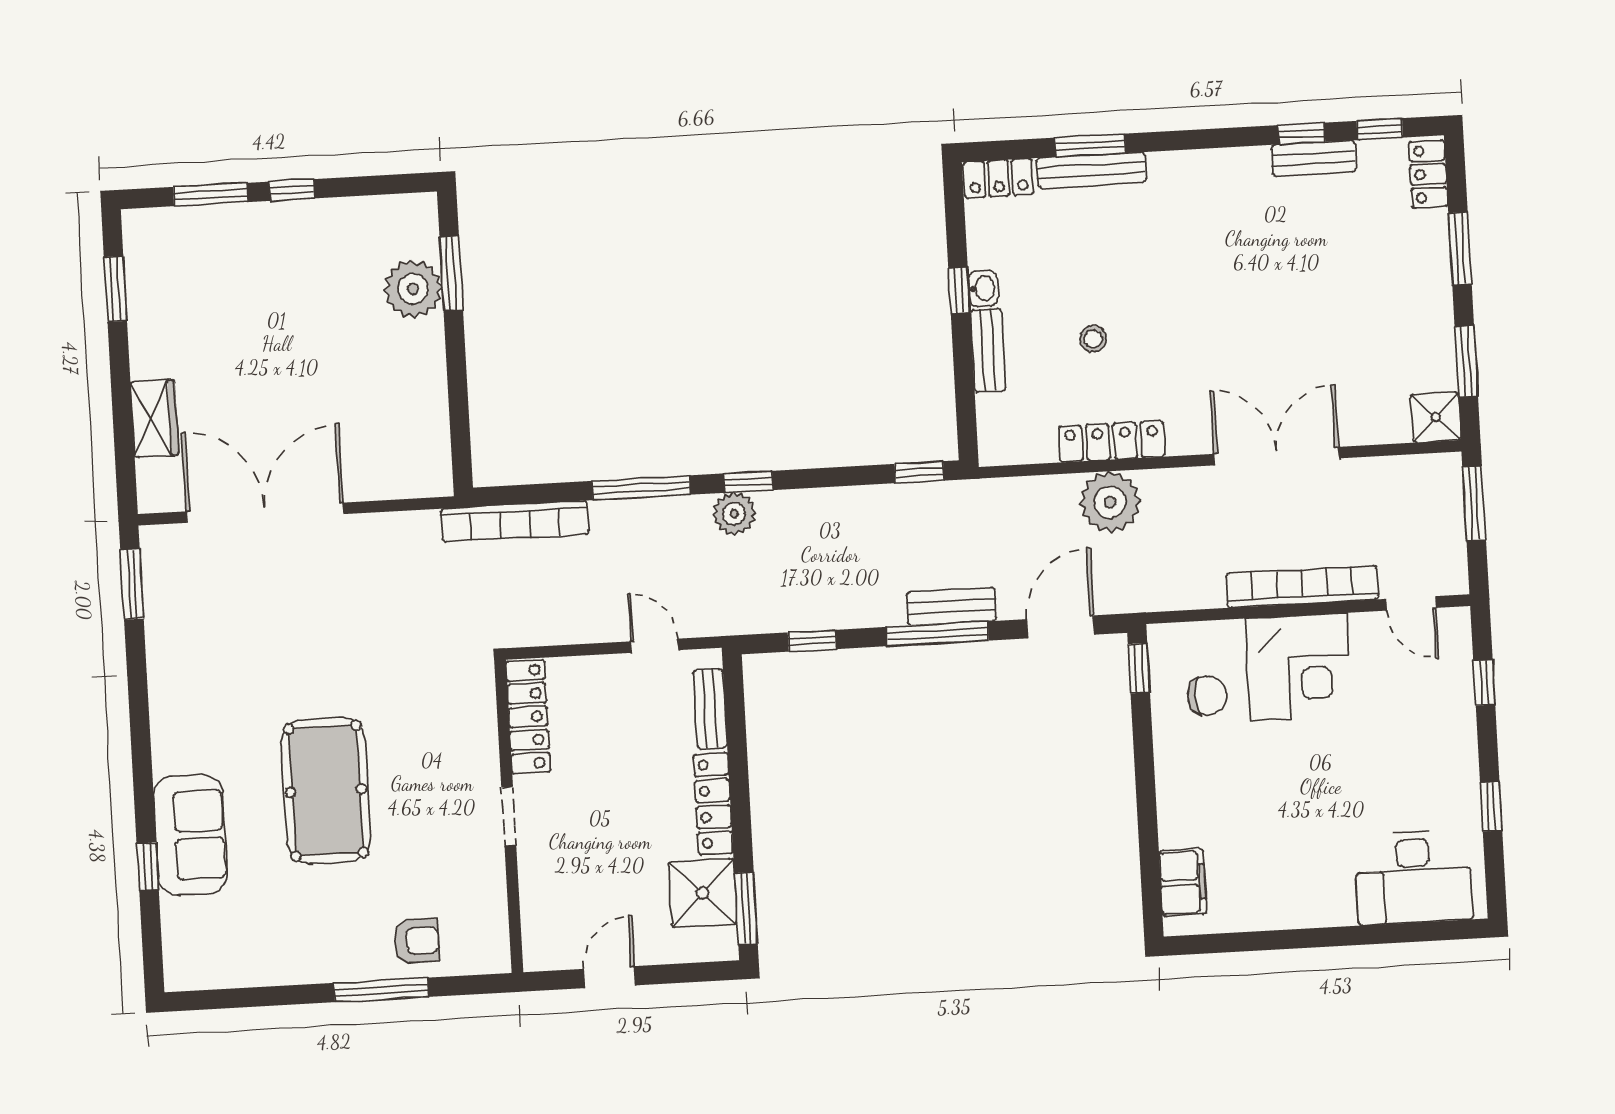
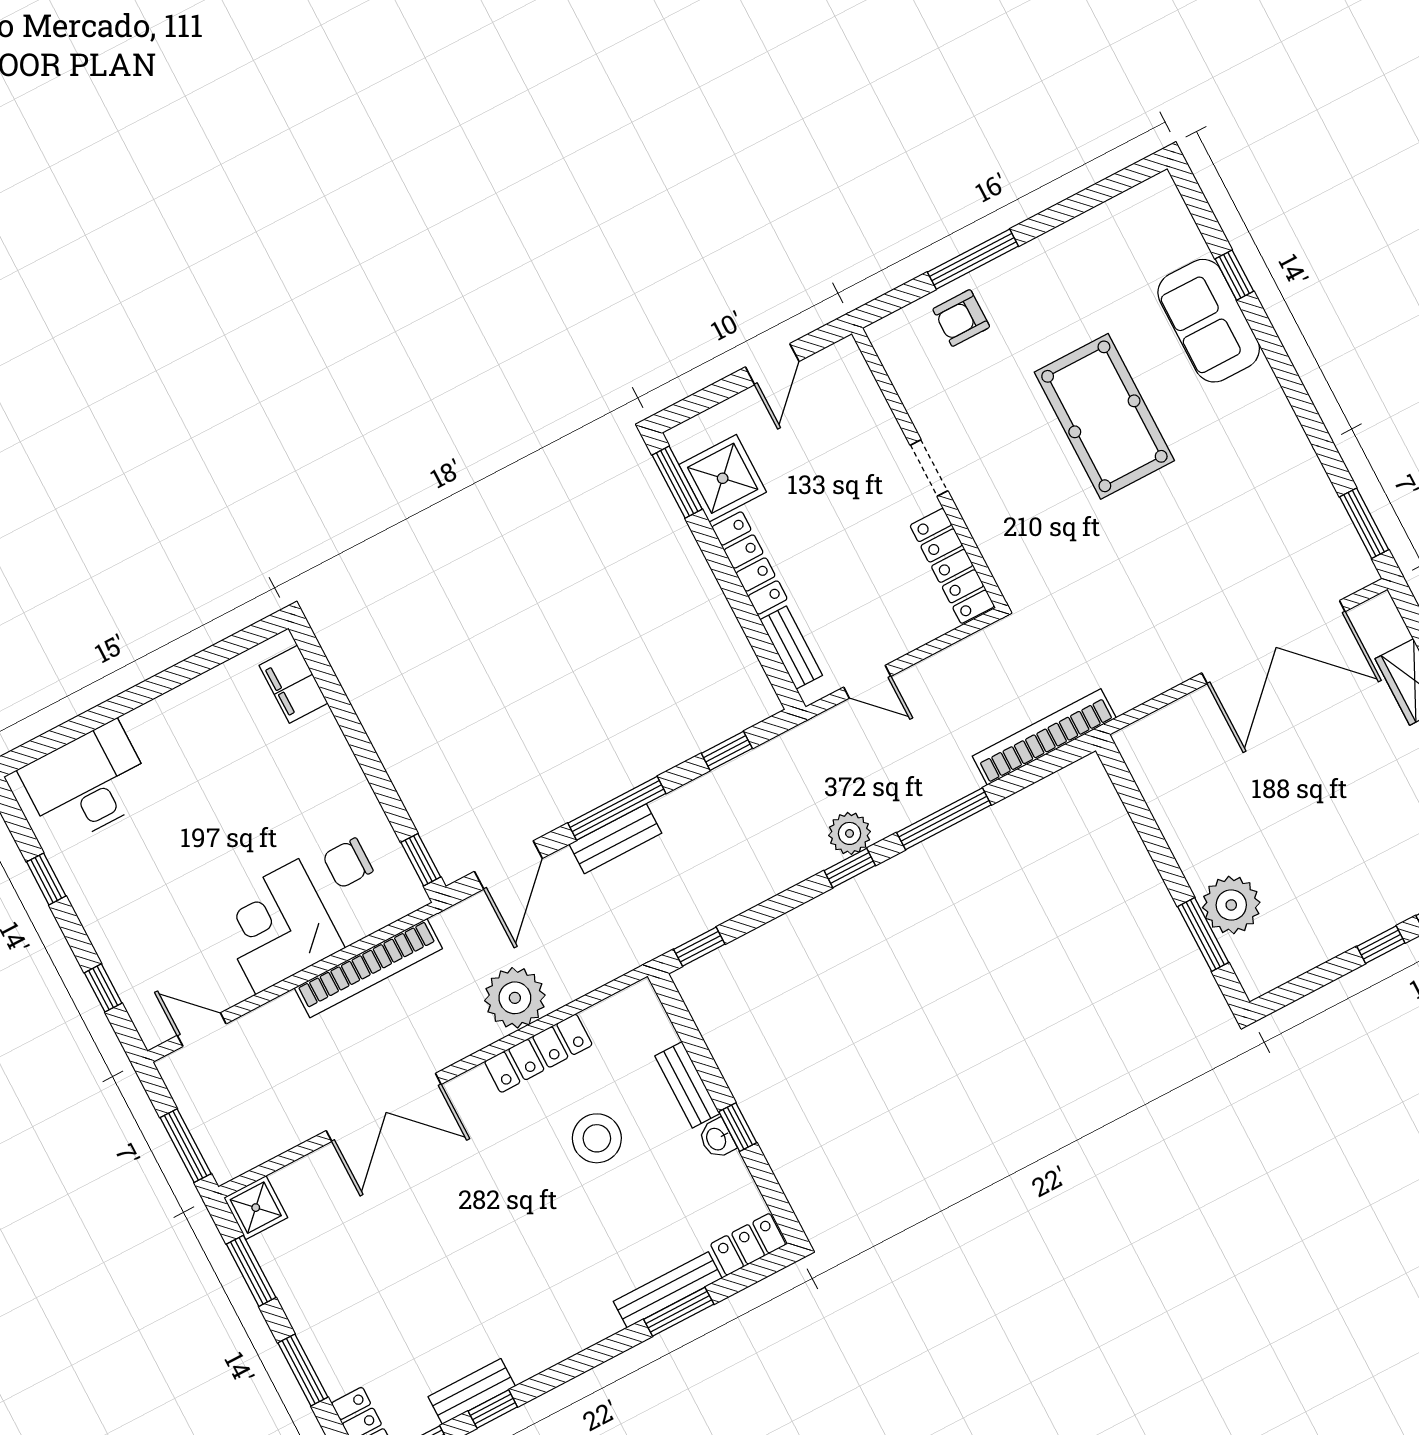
stool: (1093, 339) -> (597, 1138), width x1.89, depth x1.89
bookcase: (1302, 587) -> (368, 968), moved

